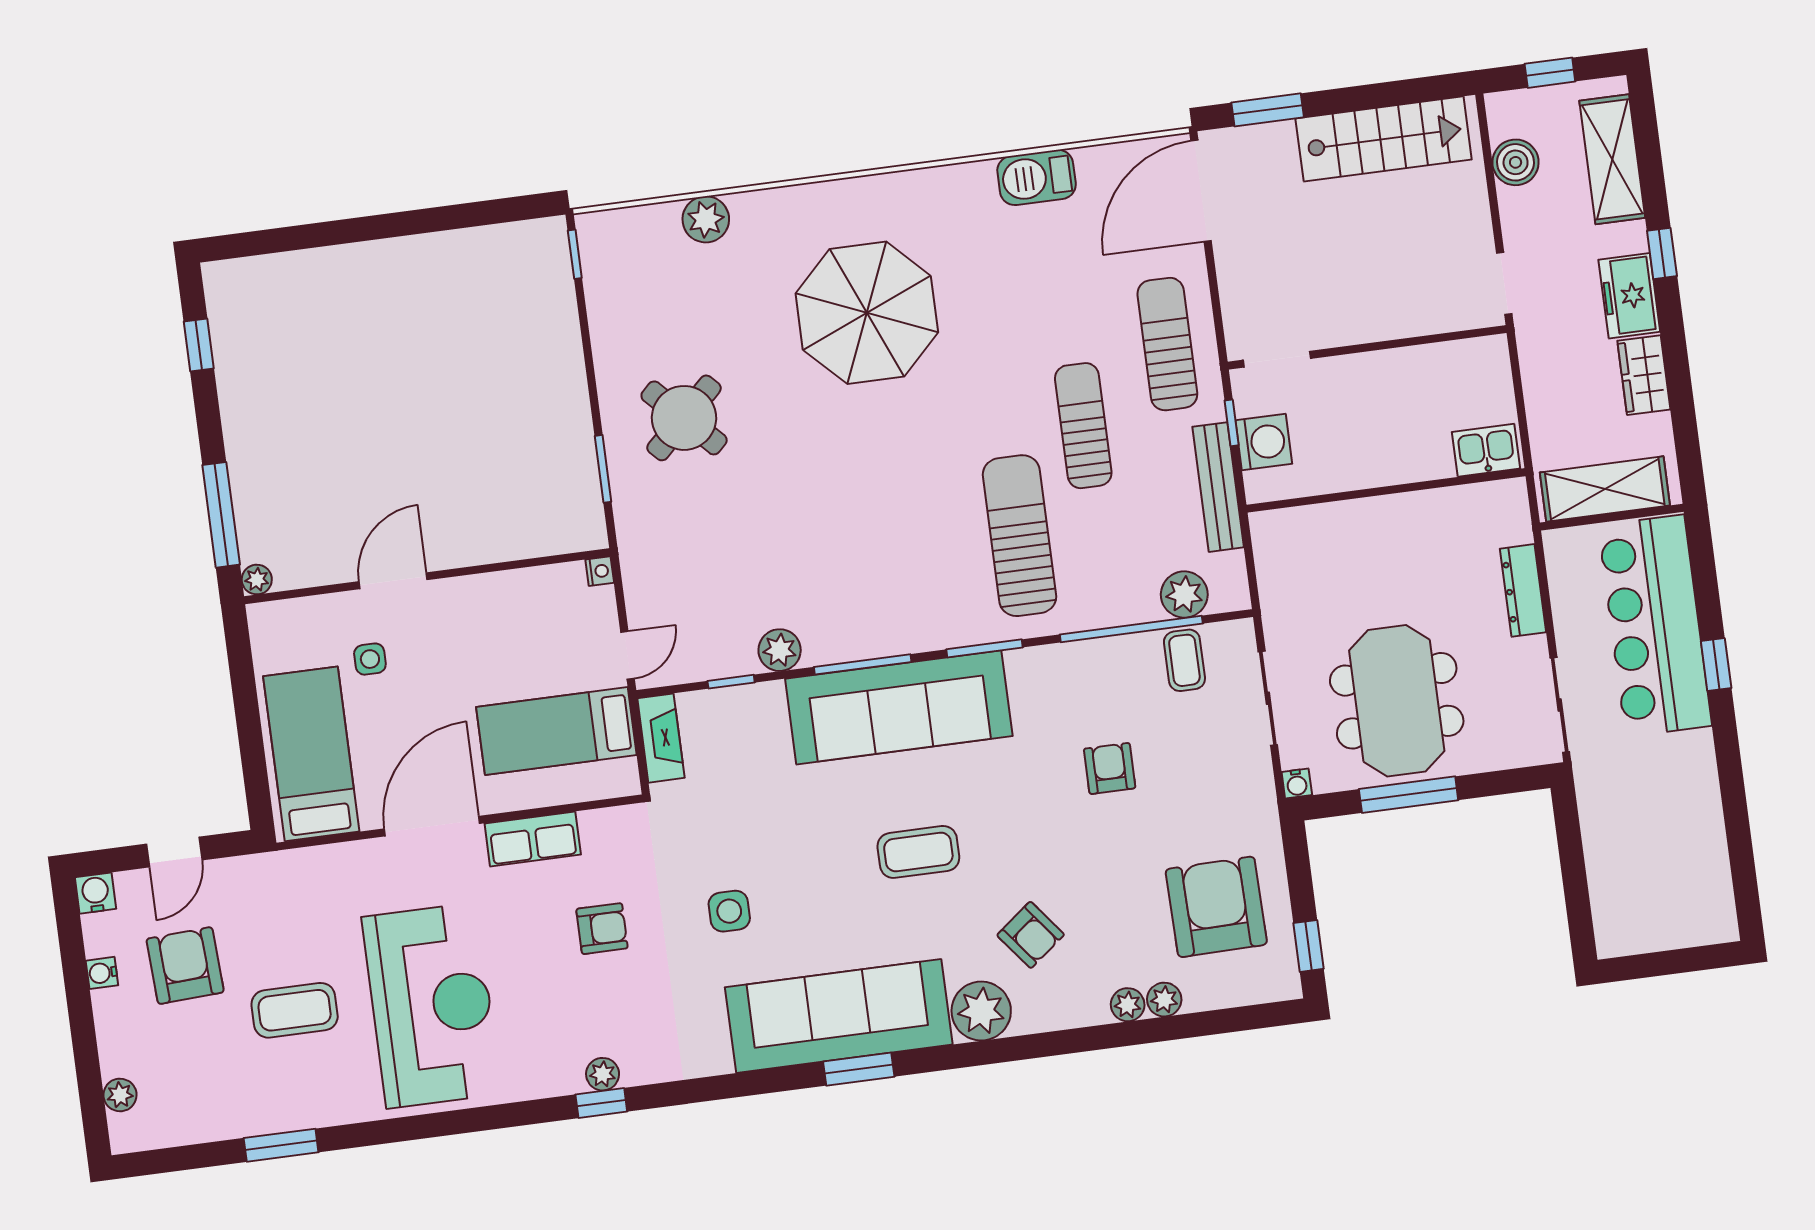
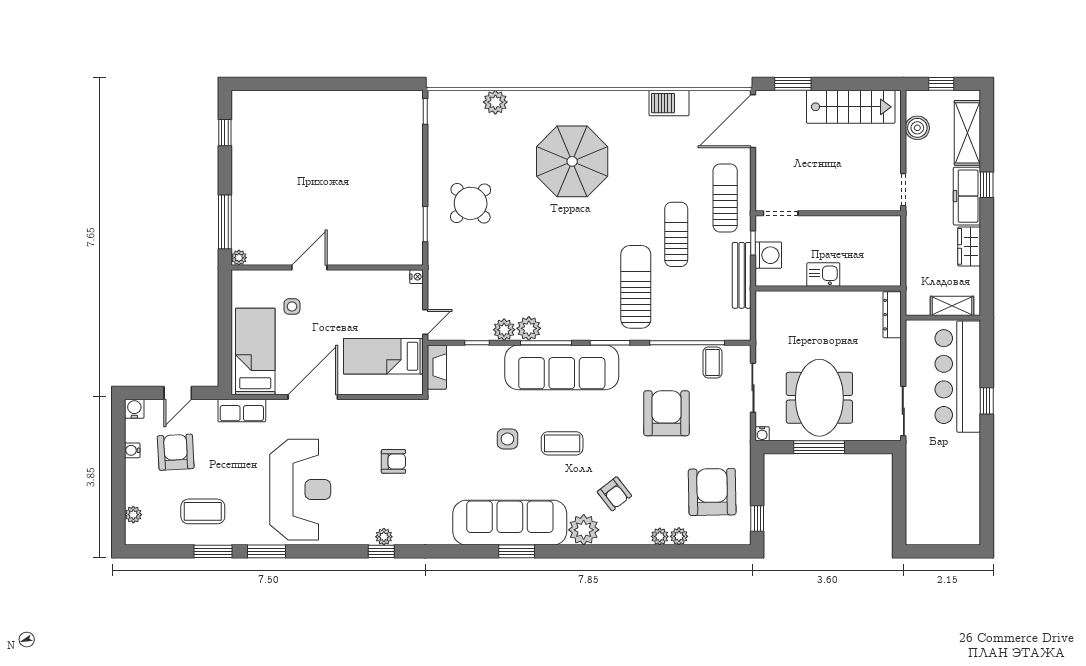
freezer: (1629, 296) -> (967, 196), width x1.40
kitchen sink: (1486, 450) -> (823, 275), moved
shelving: (1605, 489) -> (952, 306), width x0.67, depth x0.75
dresser: (1523, 590) -> (892, 315), moved
plant: (1184, 595) -> (529, 328), moved
armchair: (1110, 768) -> (666, 413), width x1.88, depth x1.88
row of seats: (533, 839) -> (242, 410), moved
side table: (729, 911) -> (507, 439), moved
coffee table: (295, 1010) -> (203, 511), moved
window: (383, 1132) -> (267, 551), added

